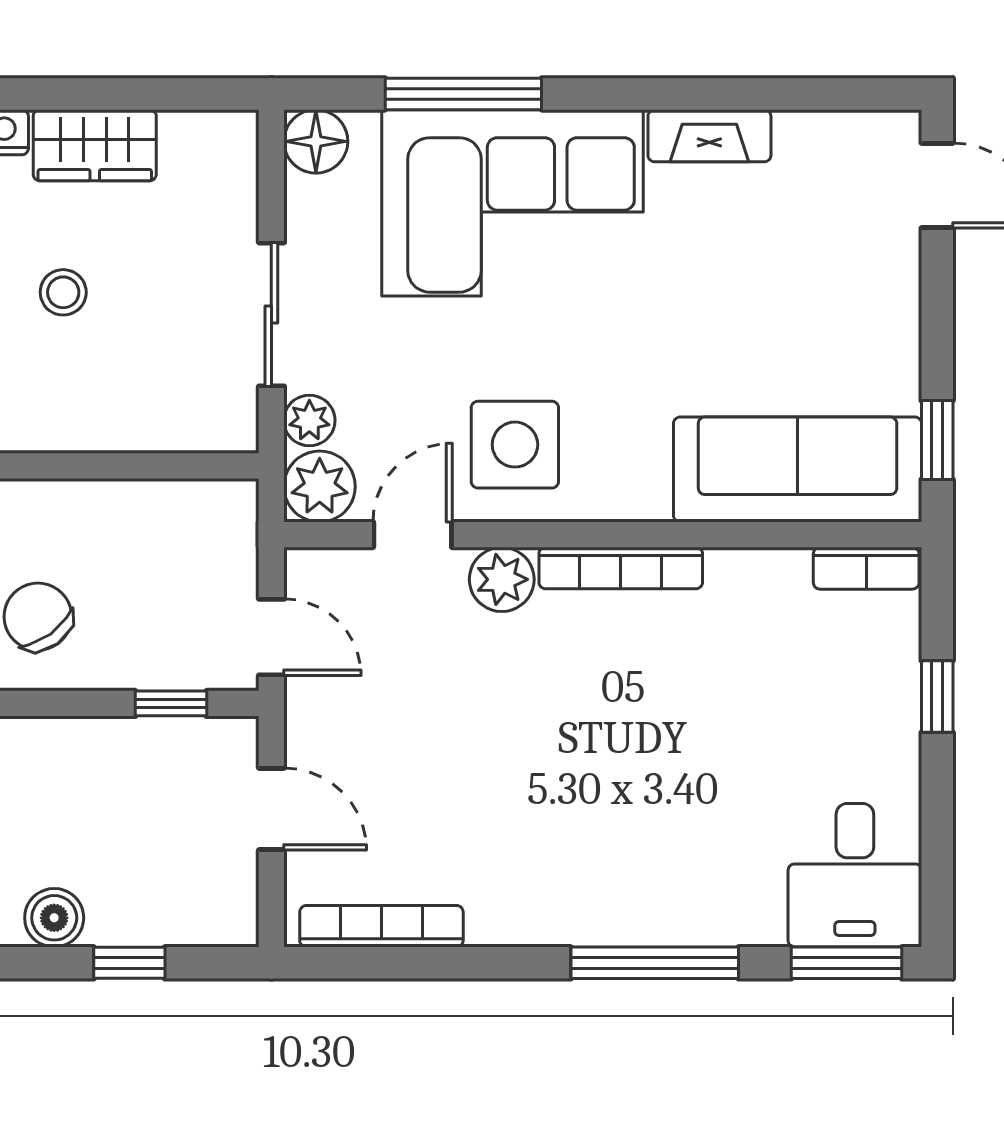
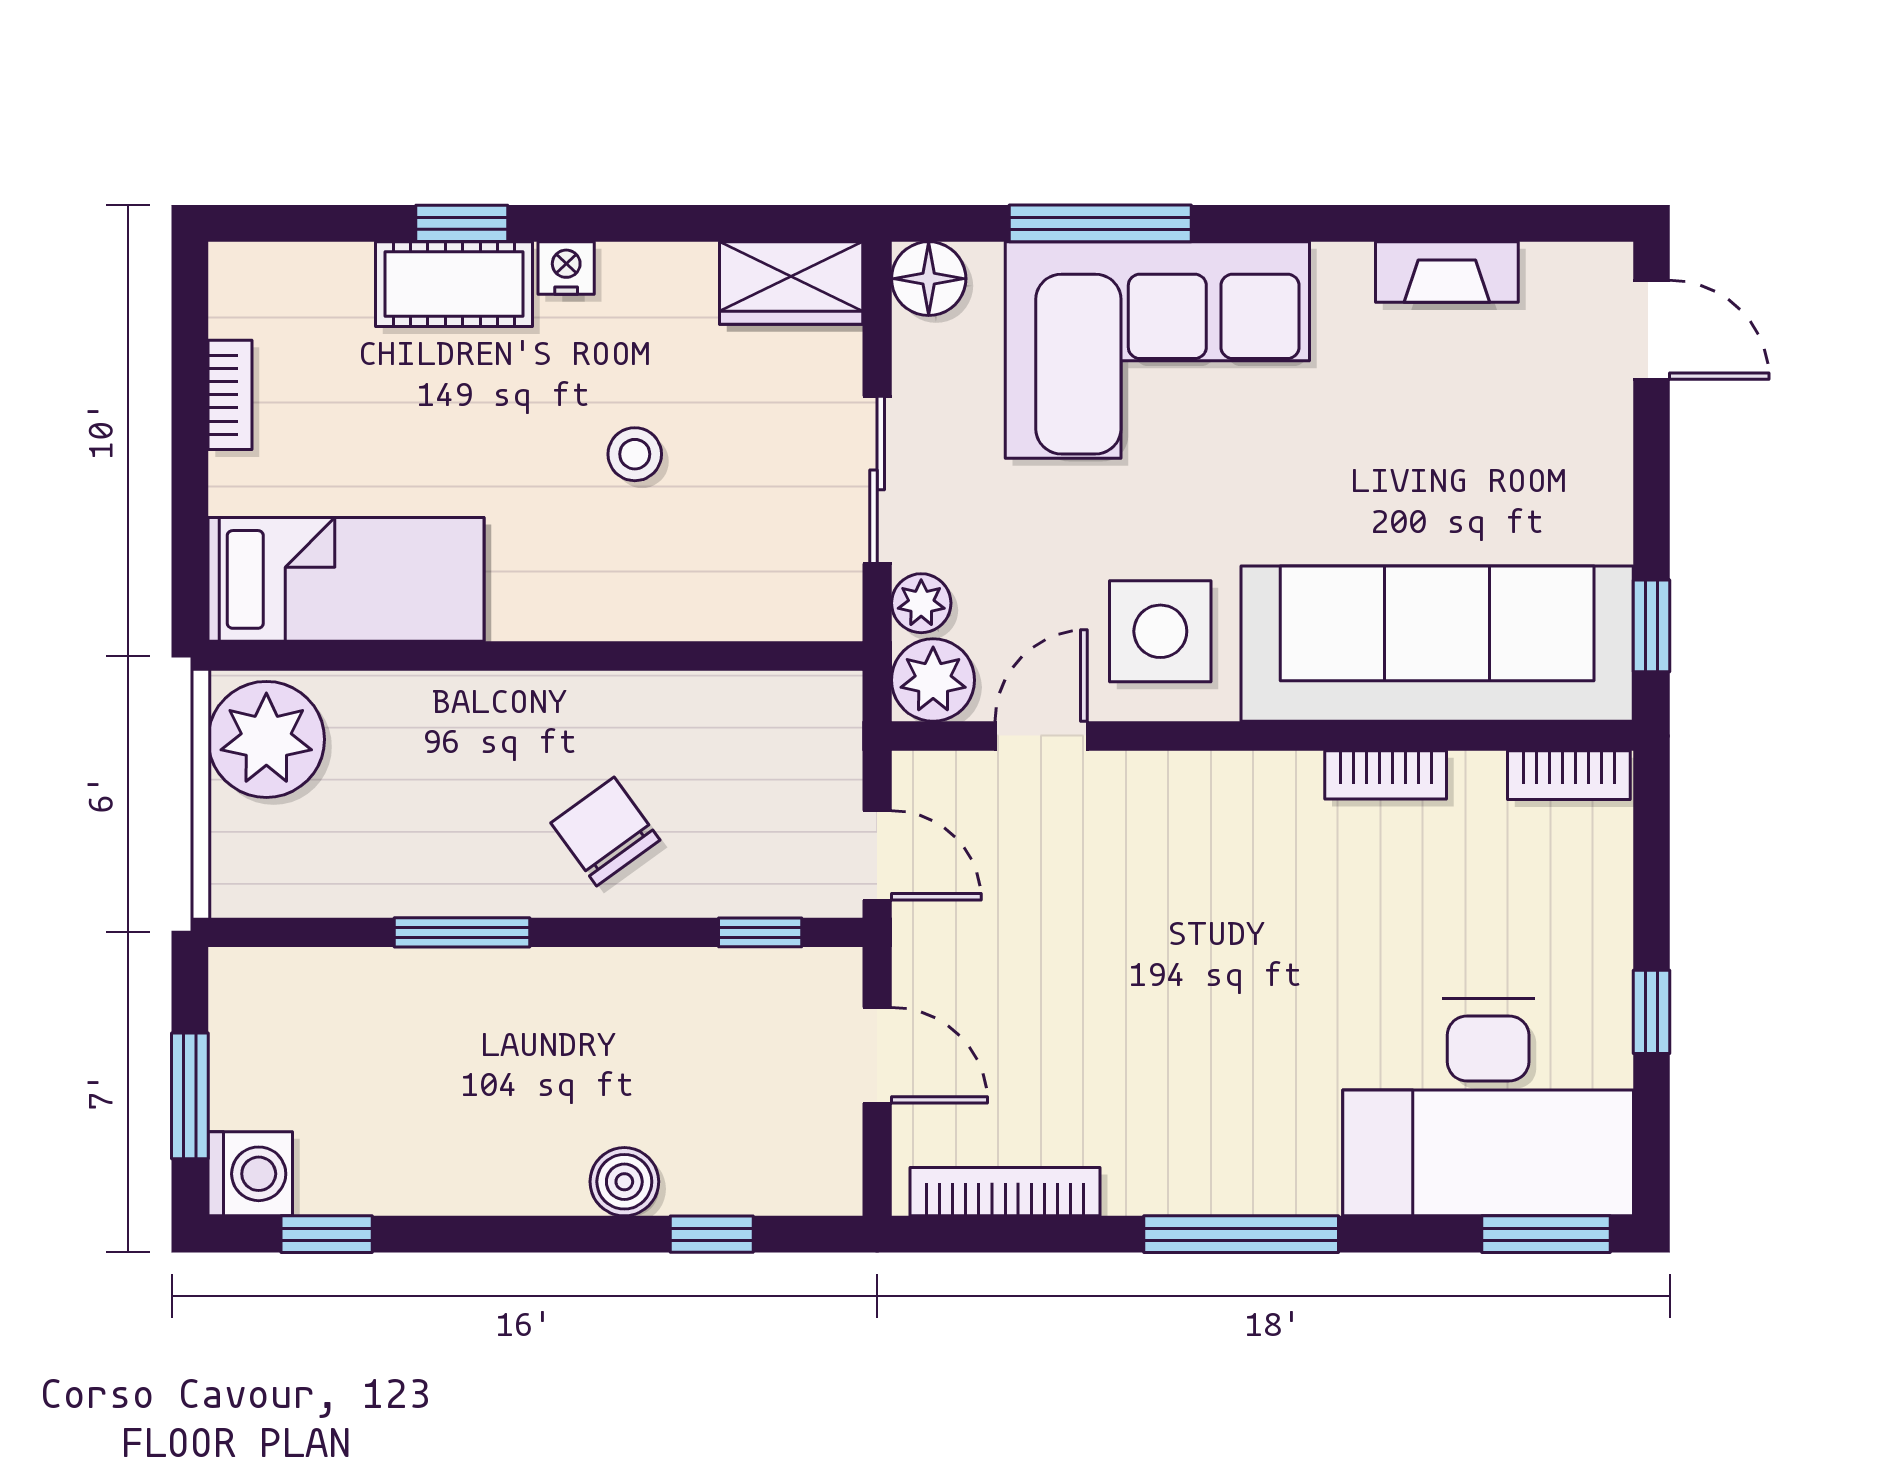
fireplace: (709, 136) -> (1447, 272), moved
wardrobe: (95, 145) -> (791, 283), moved
sofa: (798, 469) -> (1437, 644), width x1.36, depth x1.27
bookcase: (621, 568) -> (1386, 775), moved, width x0.64
plant: (502, 579) -> (1145, 788), removed
window: (937, 696) -> (1652, 1012), moved
desk: (855, 875) -> (1488, 1107), width x1.87, depth x1.30
window: (655, 963) -> (1241, 1234), moved

